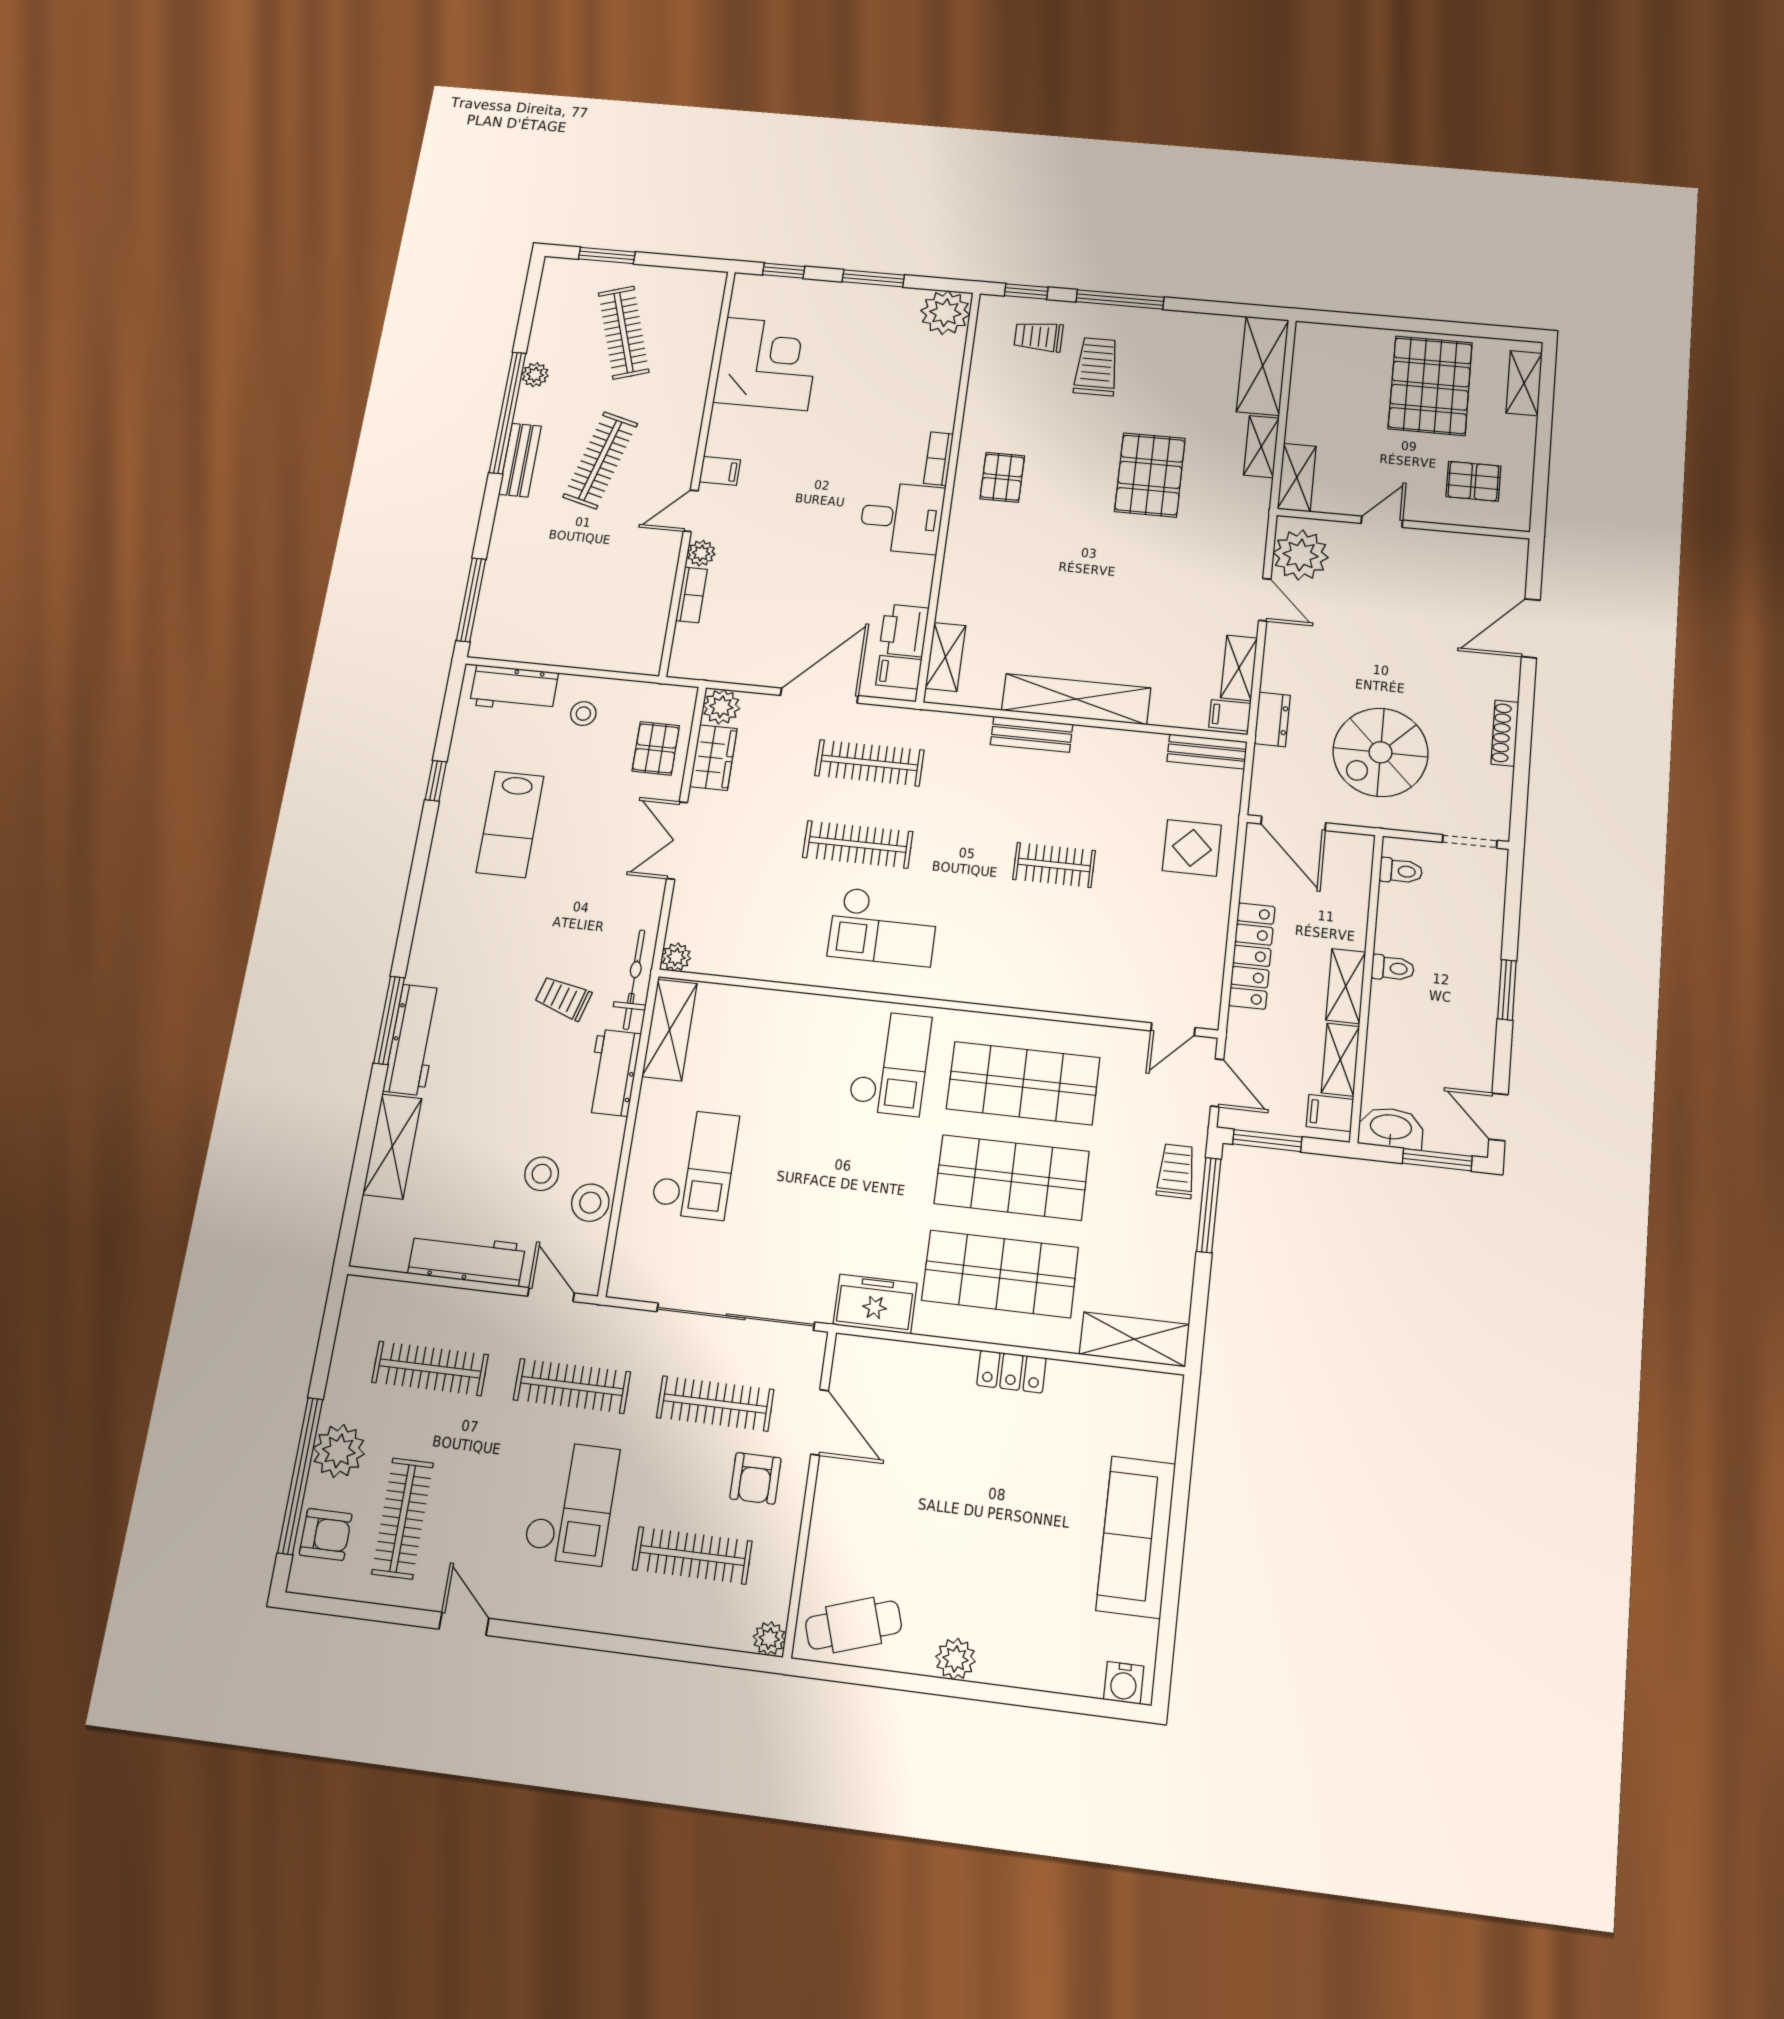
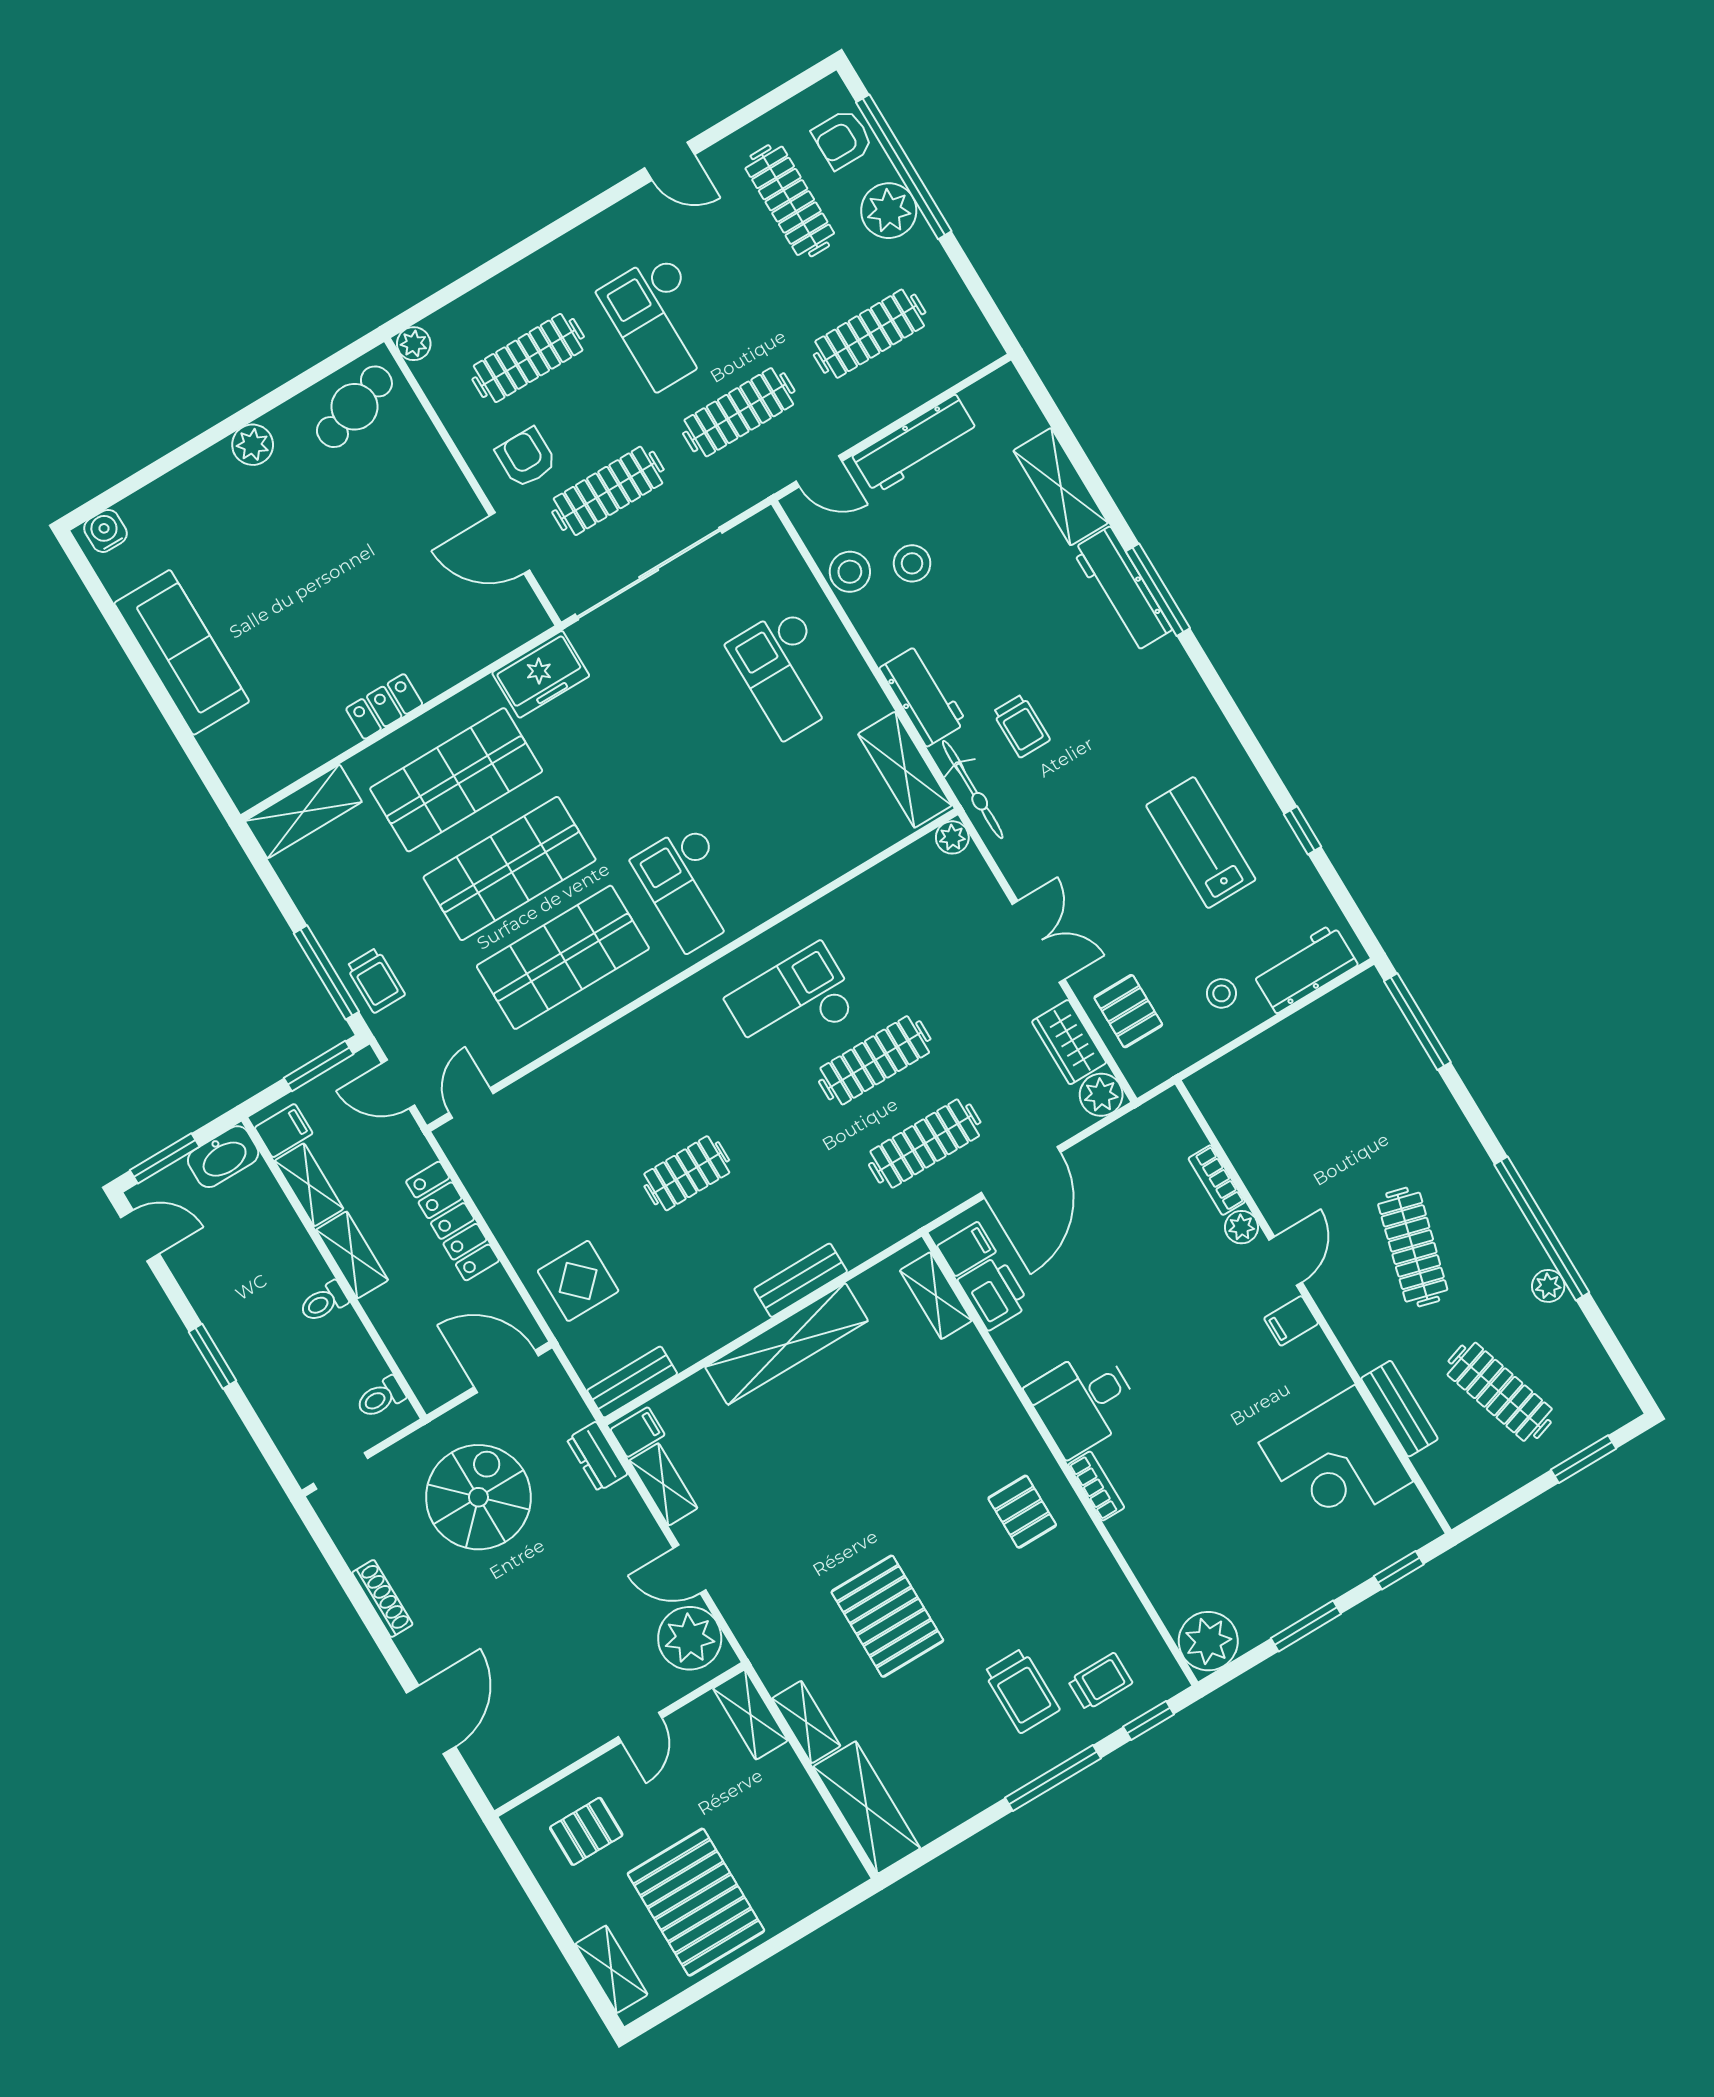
bench: (520, 460) -> (1399, 1409), moved
trolley: (563, 998) -> (1021, 726), turned 74

